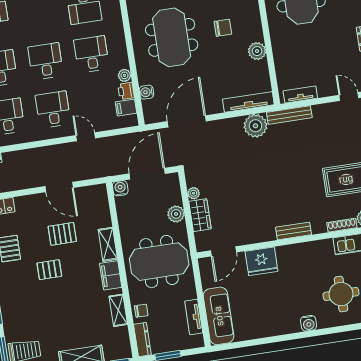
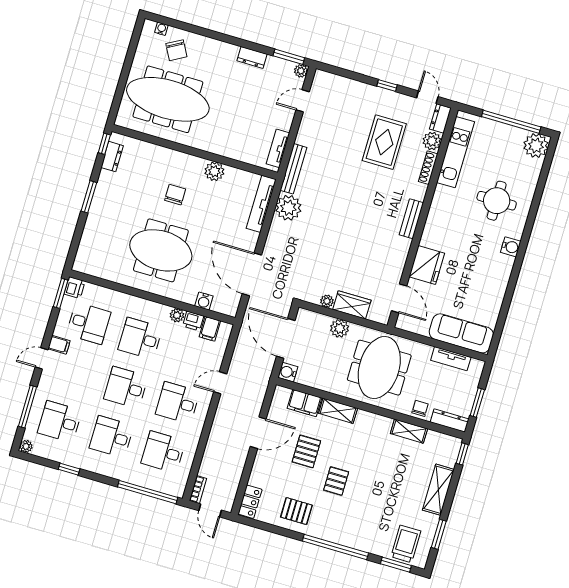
filing cabinet: (111, 275) -> (304, 403), moved

